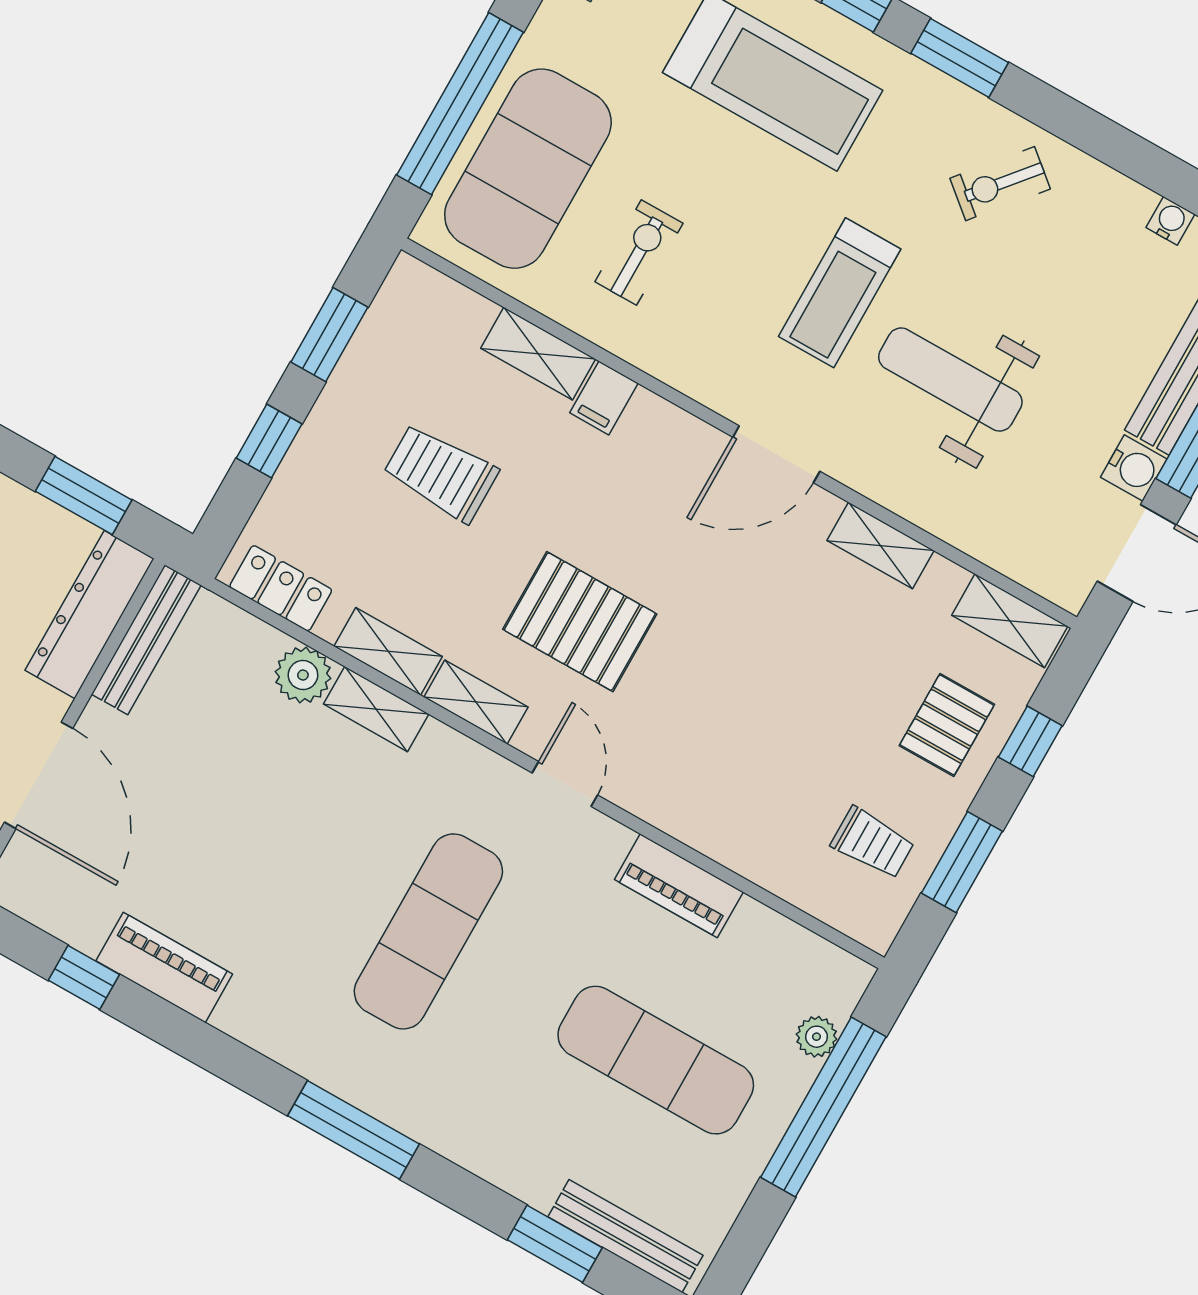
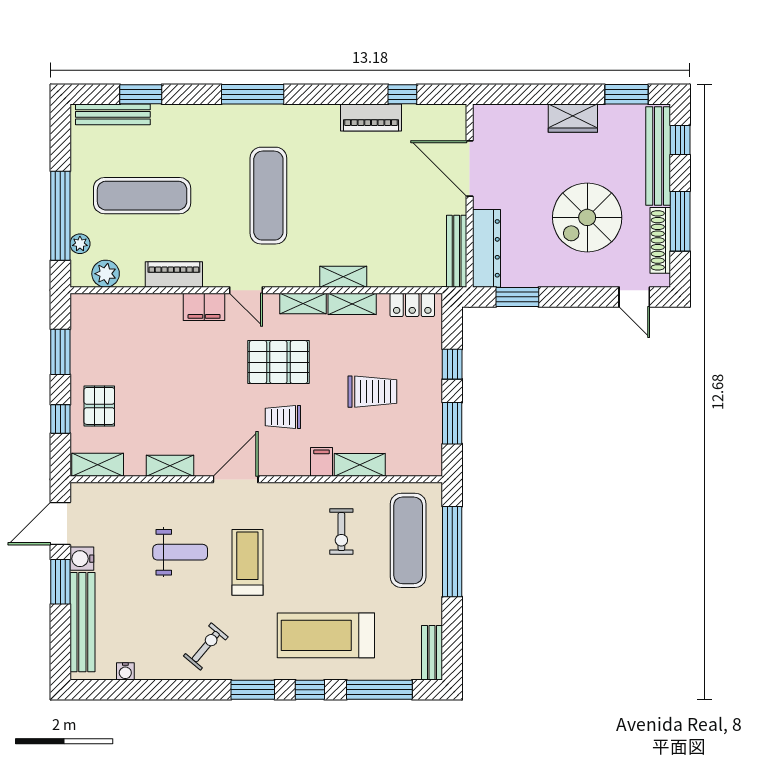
exercise mat: (528, 169) -> (408, 540), width x0.68
weight bench: (950, 379) -> (180, 552), width x0.73, depth x0.75
plant: (303, 675) -> (106, 274), moved
filing cabinet: (657, 797) -> (204, 307), added
trolley: (873, 843) -> (283, 417), moved

